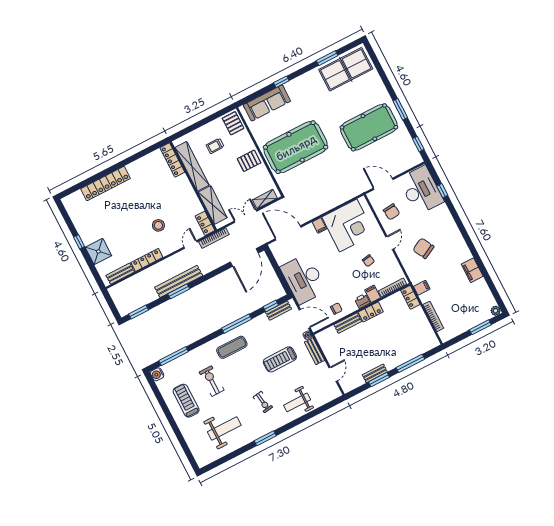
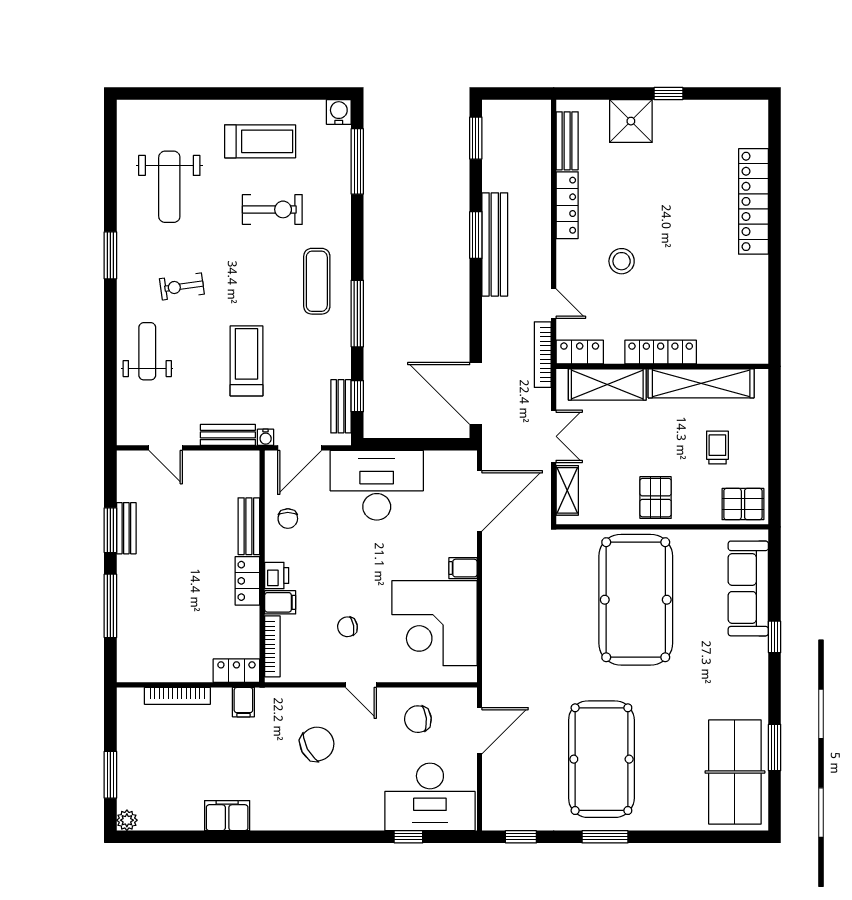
locker: (172, 160) -> (661, 352), moved

